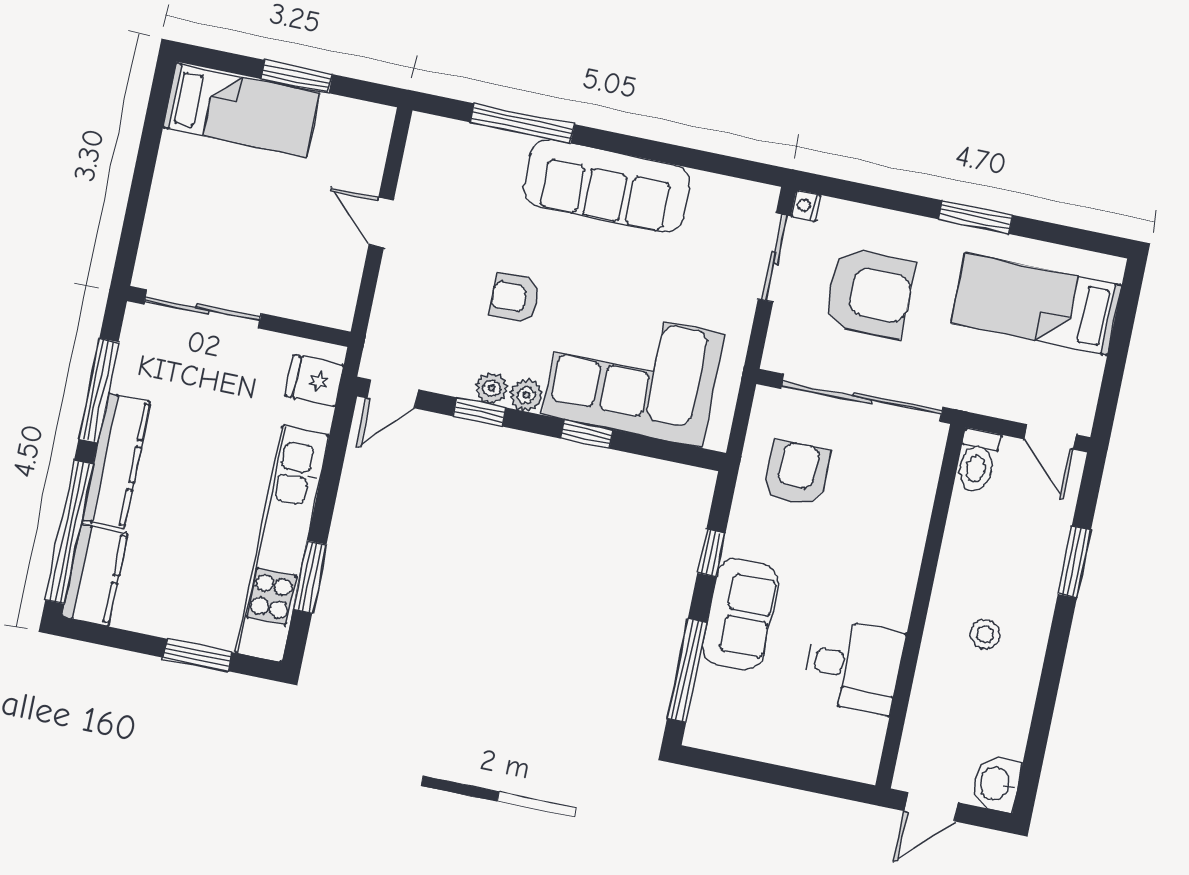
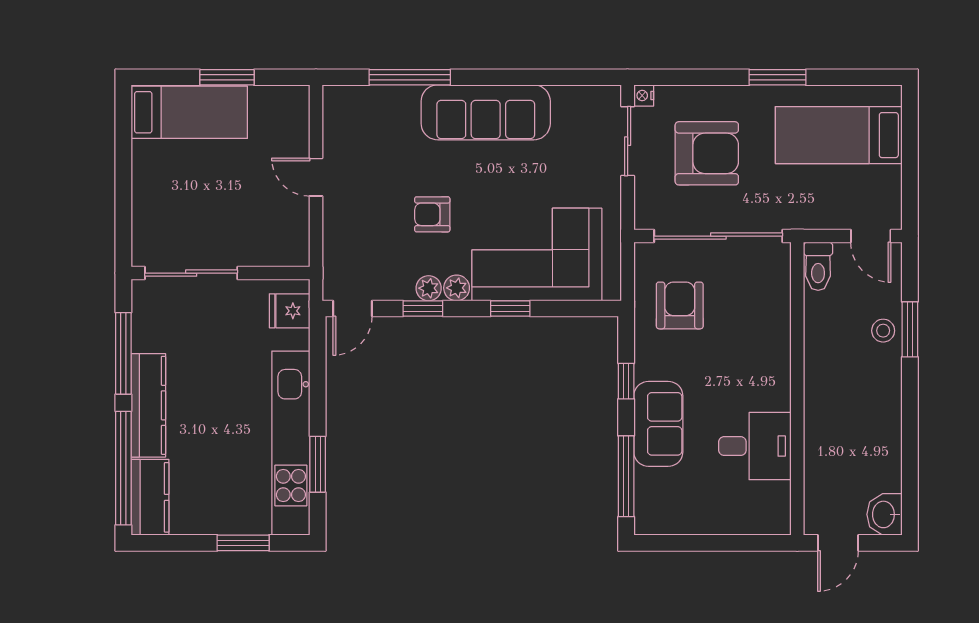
stool: (985, 634) -> (883, 331), moved

